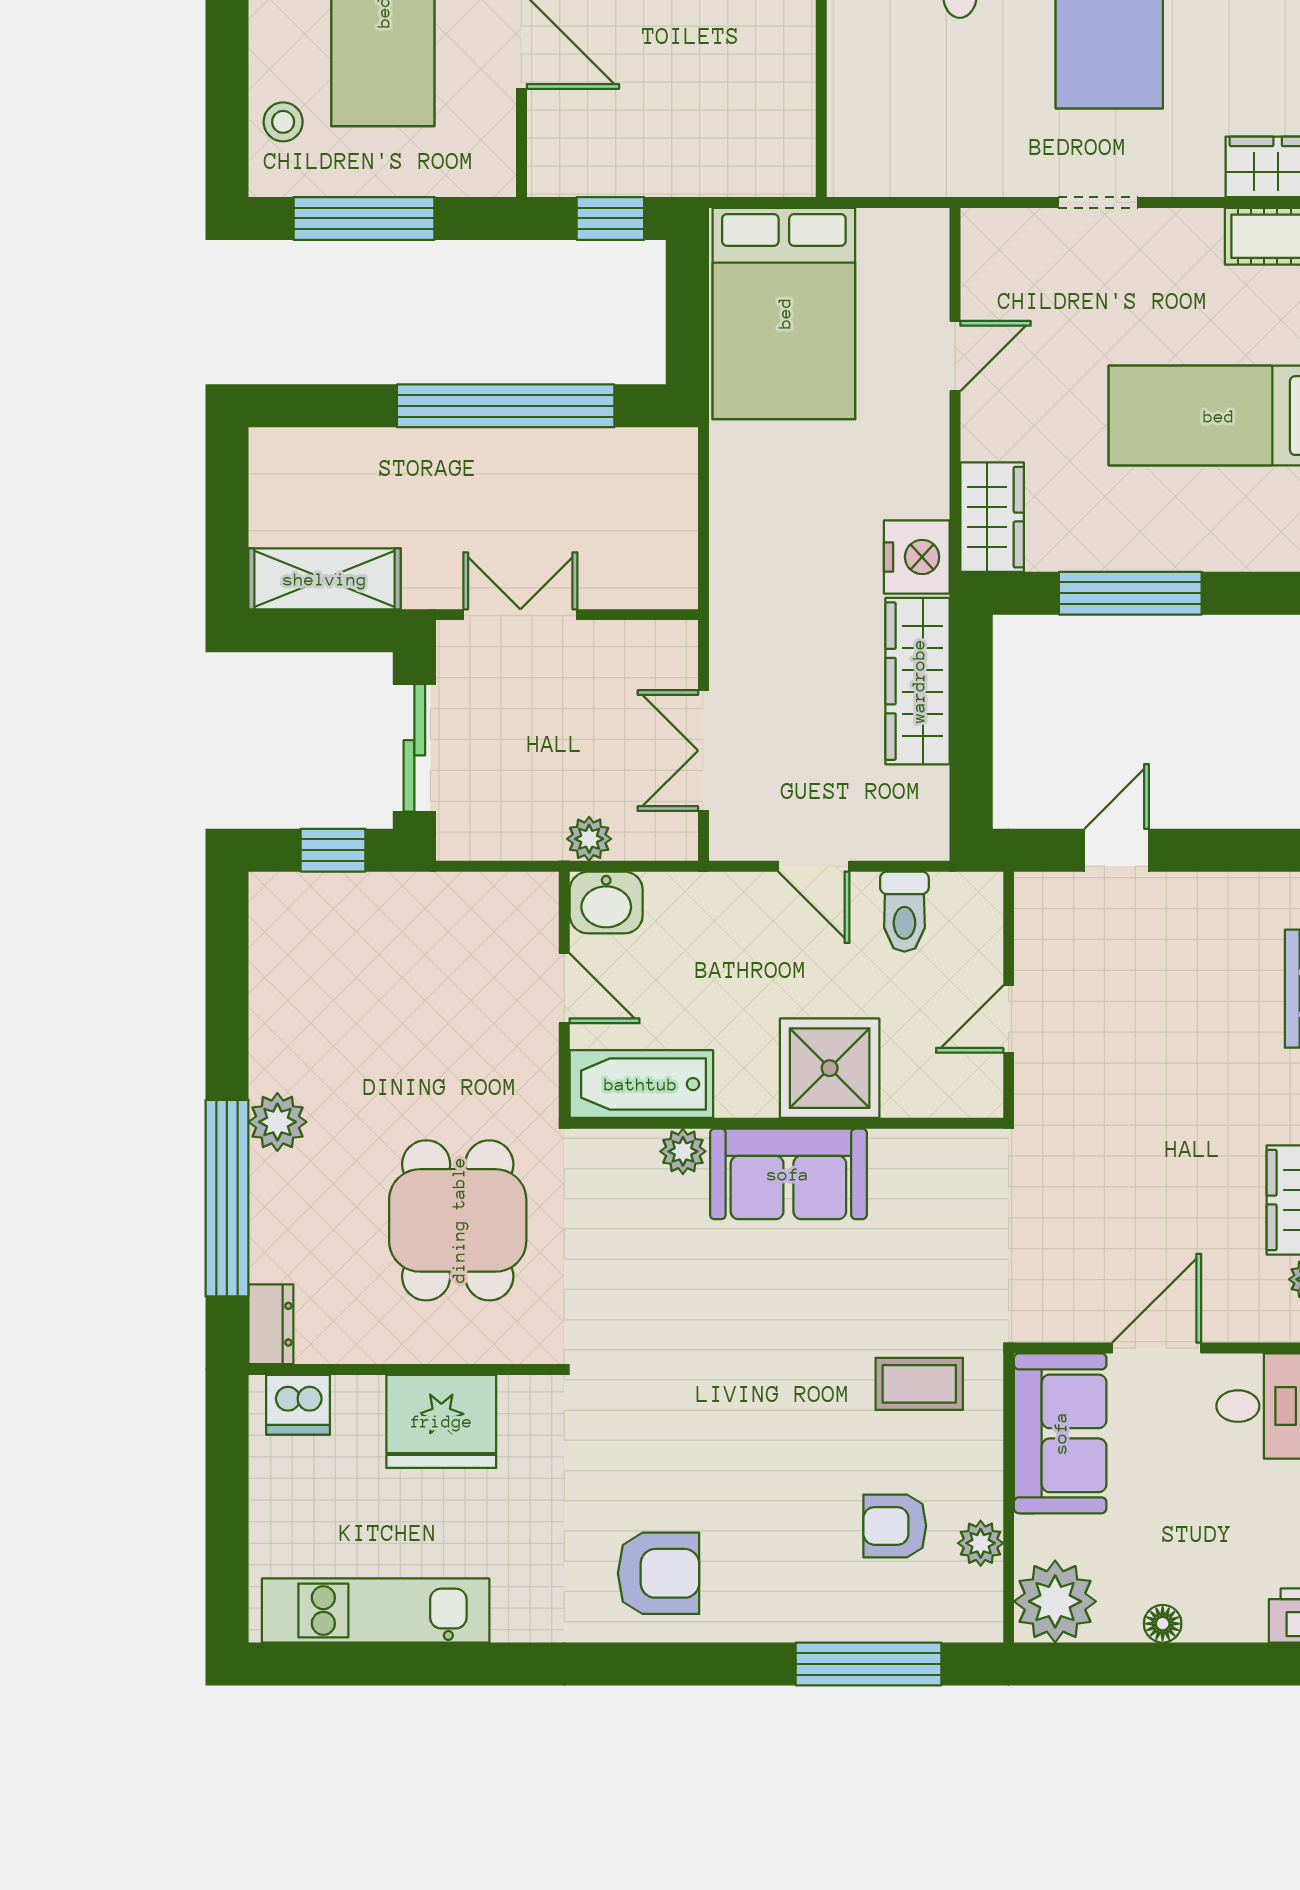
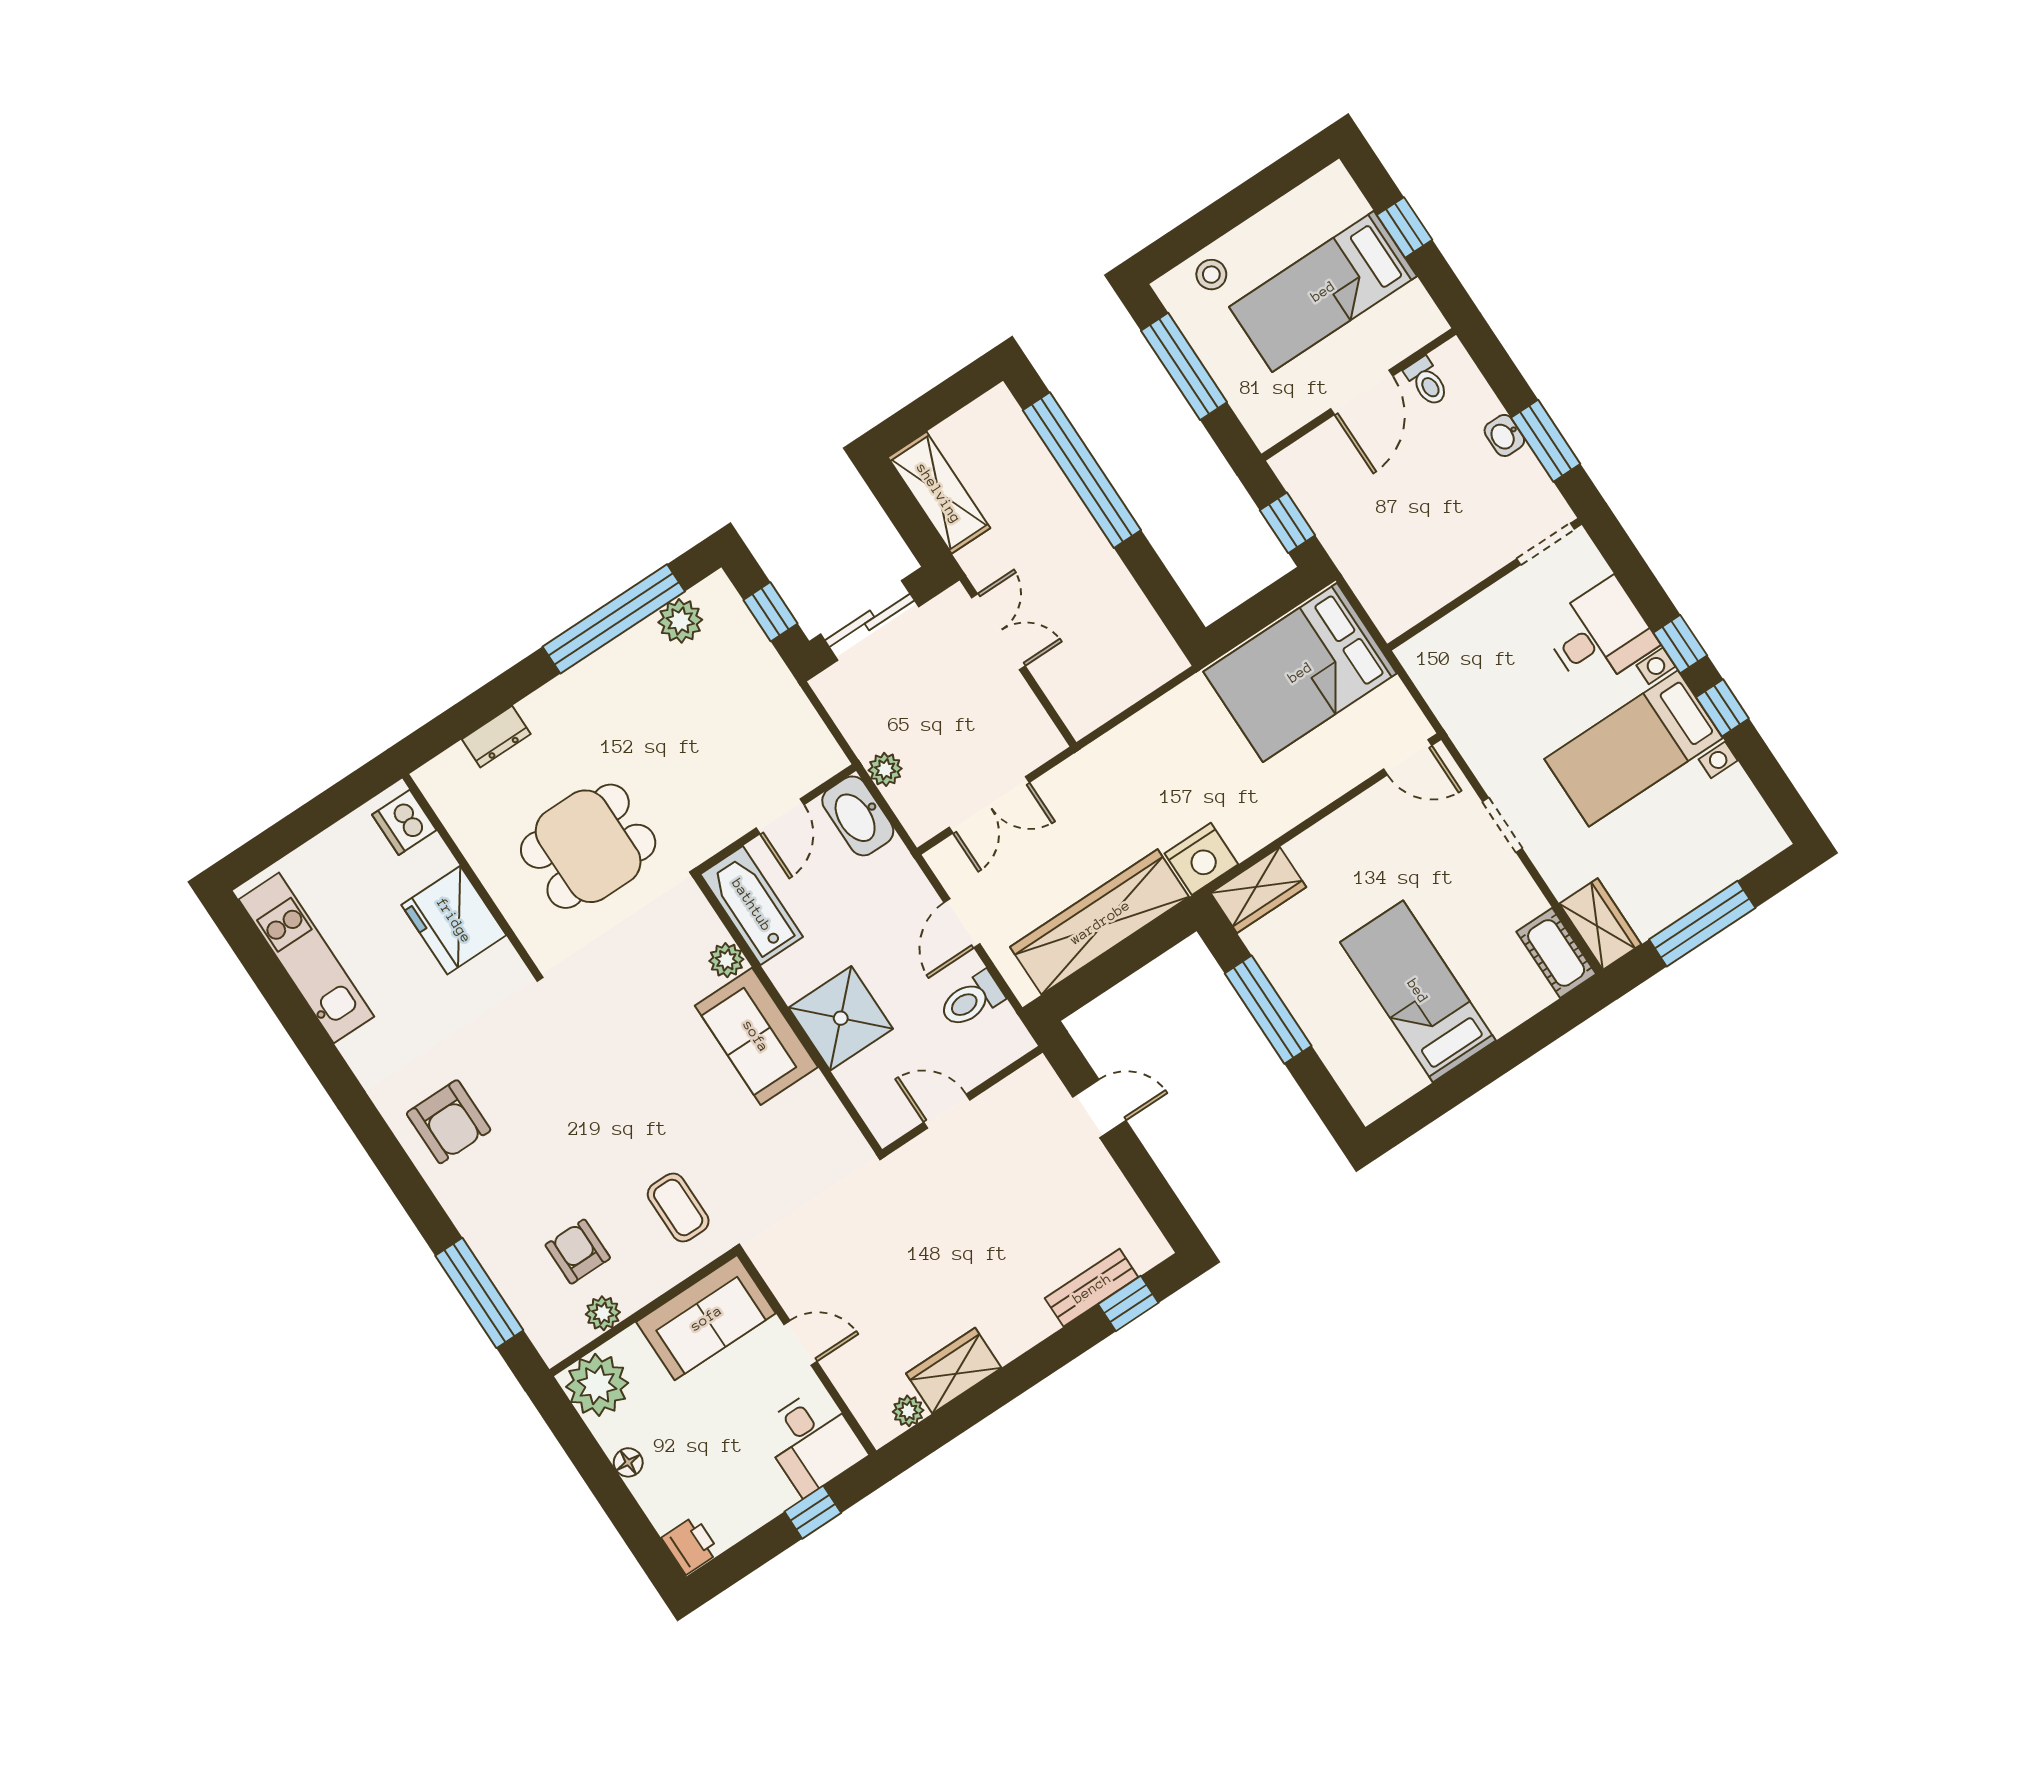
door: (955, 356) -> (1408, 757), moved
window: (506, 406) -> (1082, 470), moved
wardrobe: (918, 681) -> (1100, 922), width x1.40, depth x1.17
double door: (703, 751) -> (989, 805), swing flipped
washbasin: (606, 903) -> (858, 816), width x1.38
plant: (277, 1122) -> (680, 621), moved
window: (227, 1198) -> (614, 619), moved
dresser: (271, 1324) -> (496, 737), moved
door: (1157, 1348) -> (800, 1343), width x0.73

